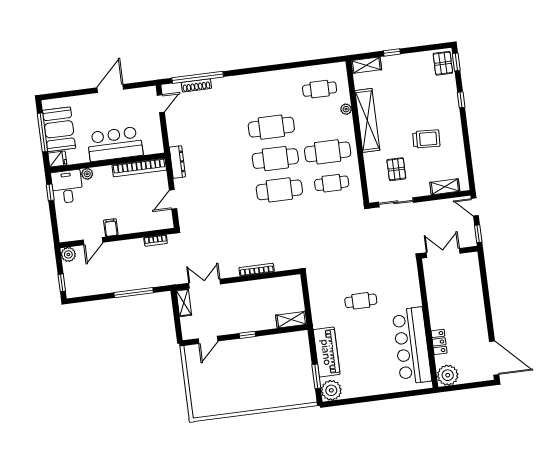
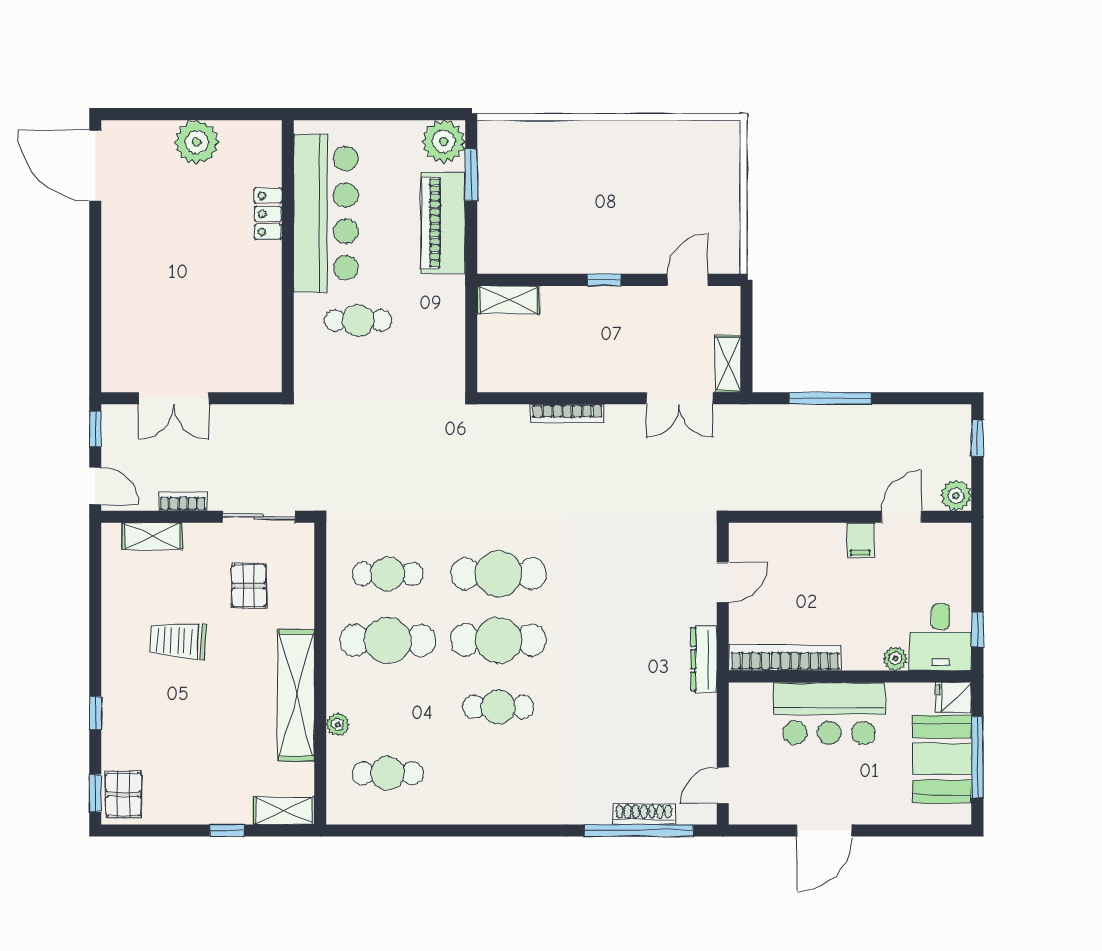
cafe table: (271, 127) -> (498, 707), width x0.73, depth x0.74
bookcase: (156, 240) -> (183, 501), moved
wall: (427, 323) -> (288, 256), moved
locker: (439, 342) -> (268, 214), moved
bar counter: (412, 346) -> (326, 213), moved

